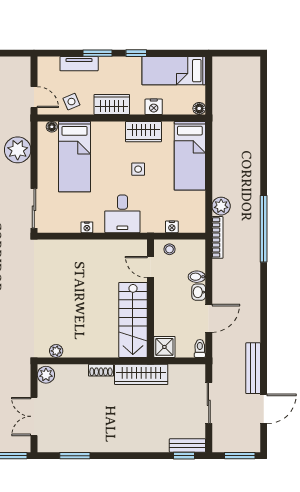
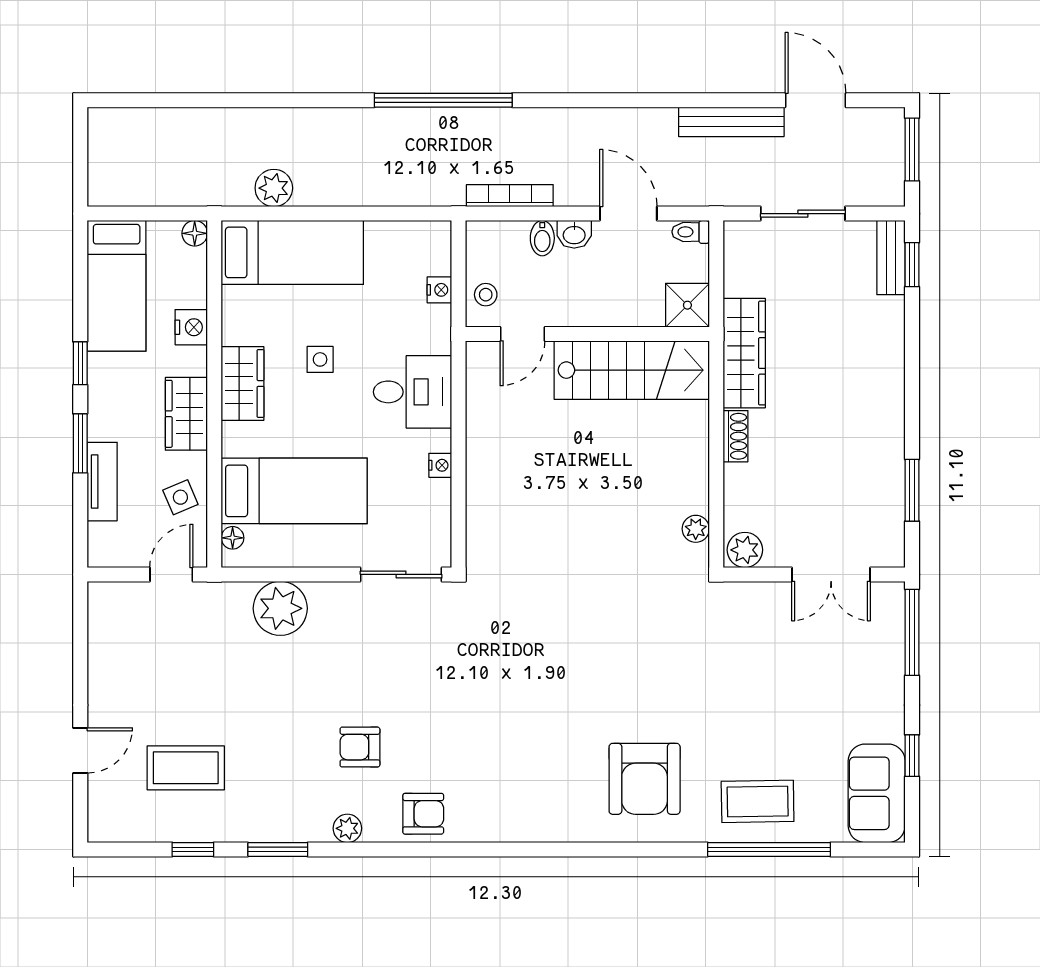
wardrobe: (143, 132) -> (243, 383), moved
plant: (221, 206) -> (274, 188), moved
bookcase: (217, 237) -> (510, 196), moved

